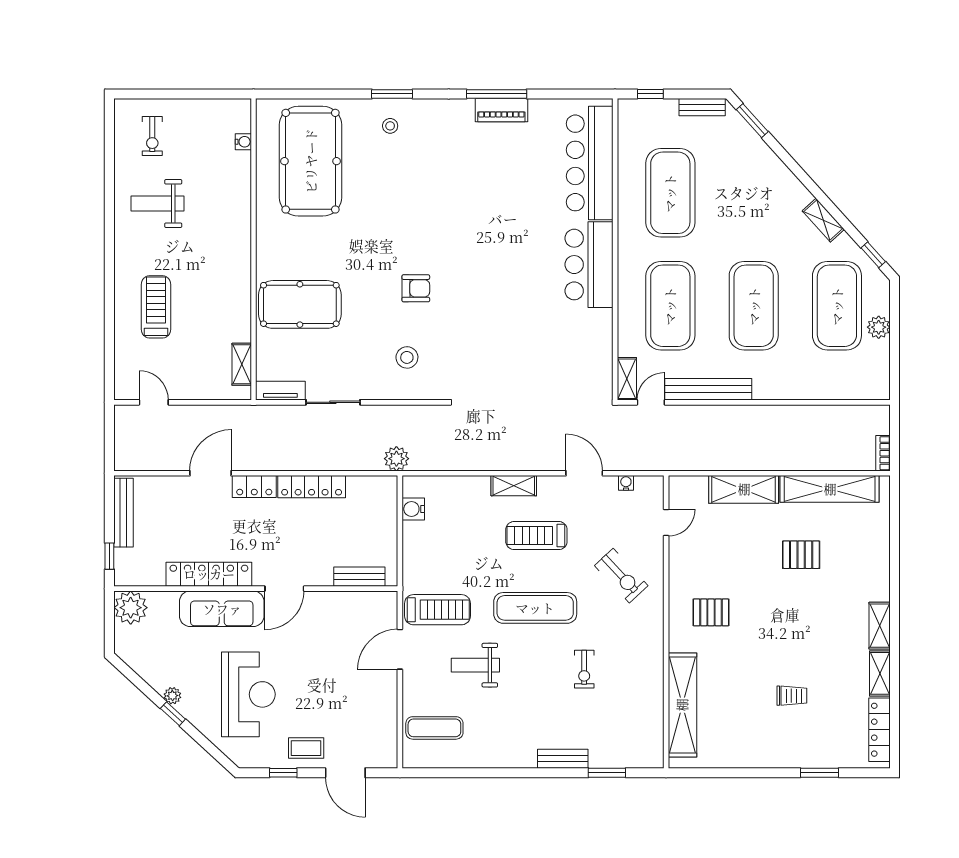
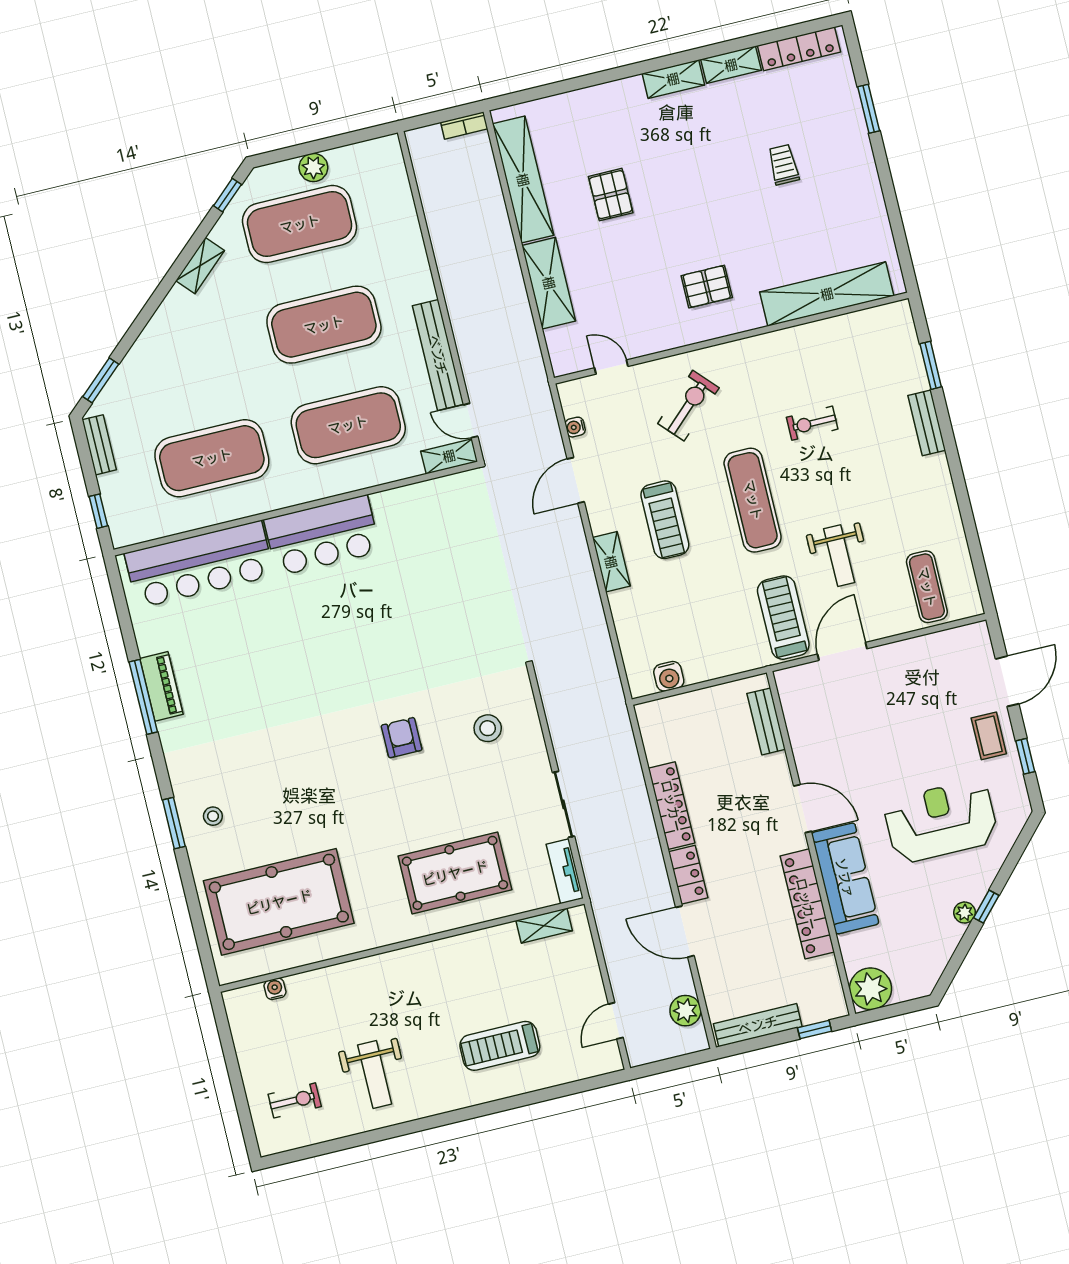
pool table: (300, 304) -> (455, 873), turned 90
plant: (396, 459) -> (685, 1011), moved
pallet: (711, 612) -> (707, 287), turned 90
door: (400, 649) -> (842, 651), swing flipped
exercise bike: (584, 669) -> (812, 423), turned 180

